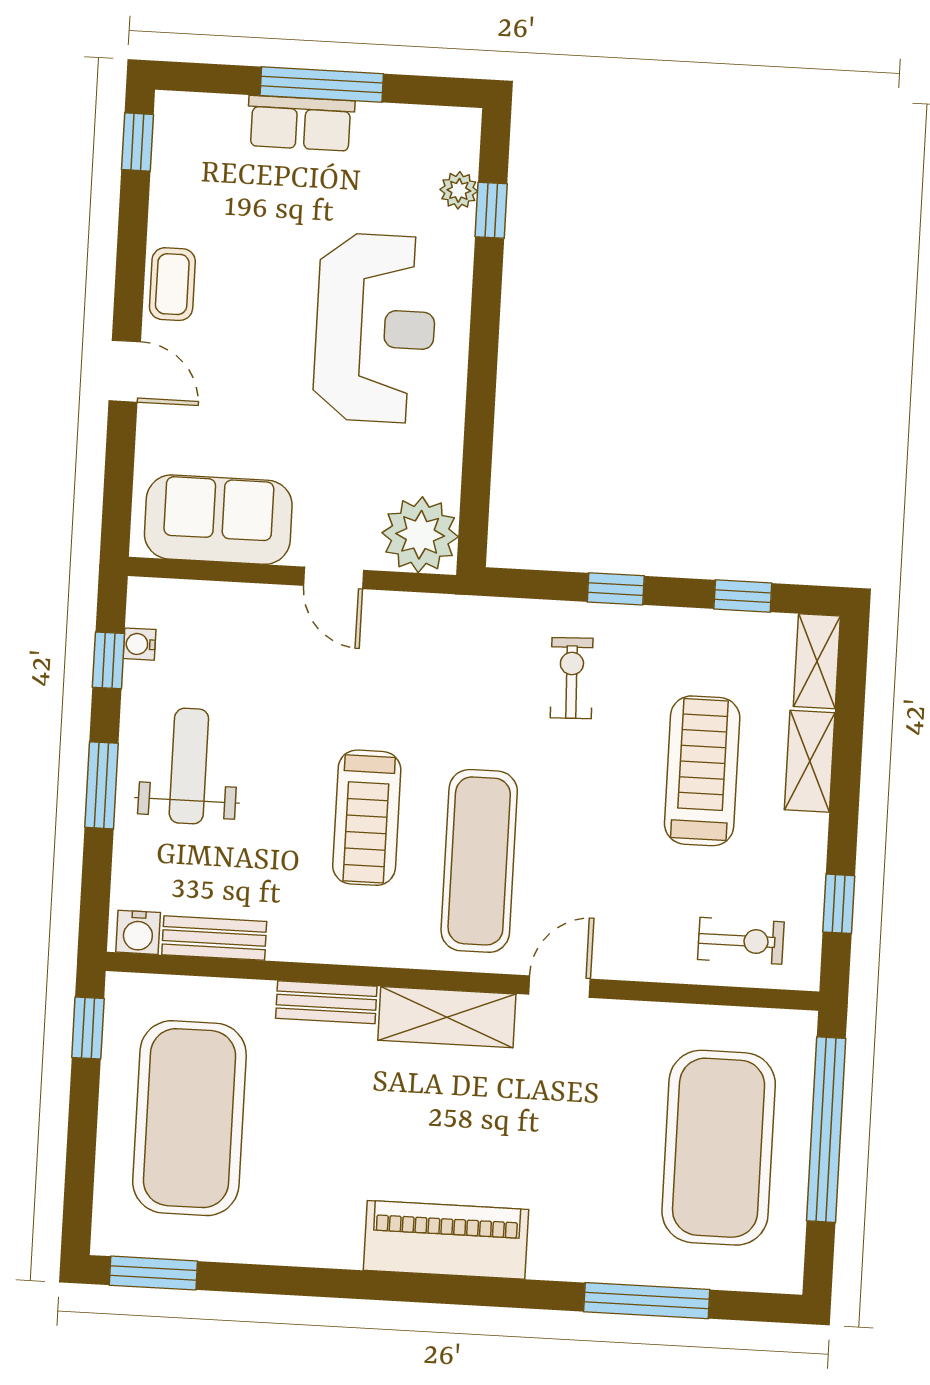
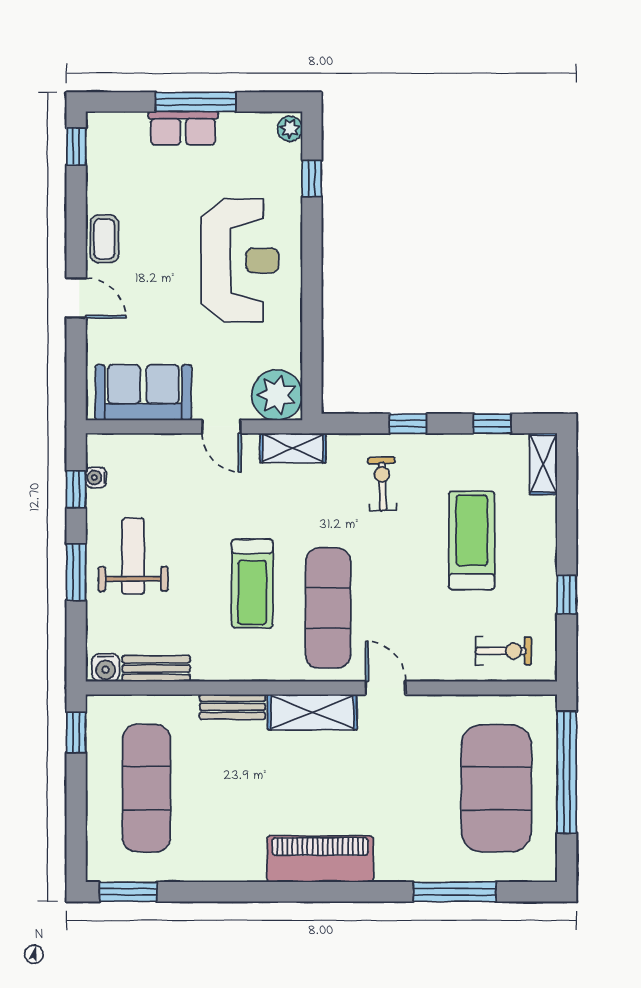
plant: (459, 190) -> (290, 129), moved
shelving: (810, 761) -> (293, 448), moved, turned 90
window: (839, 904) -> (567, 594), moved
door: (559, 987) -> (386, 688), hinge flipped
exercise mat: (189, 1118) -> (146, 788), width x0.68

